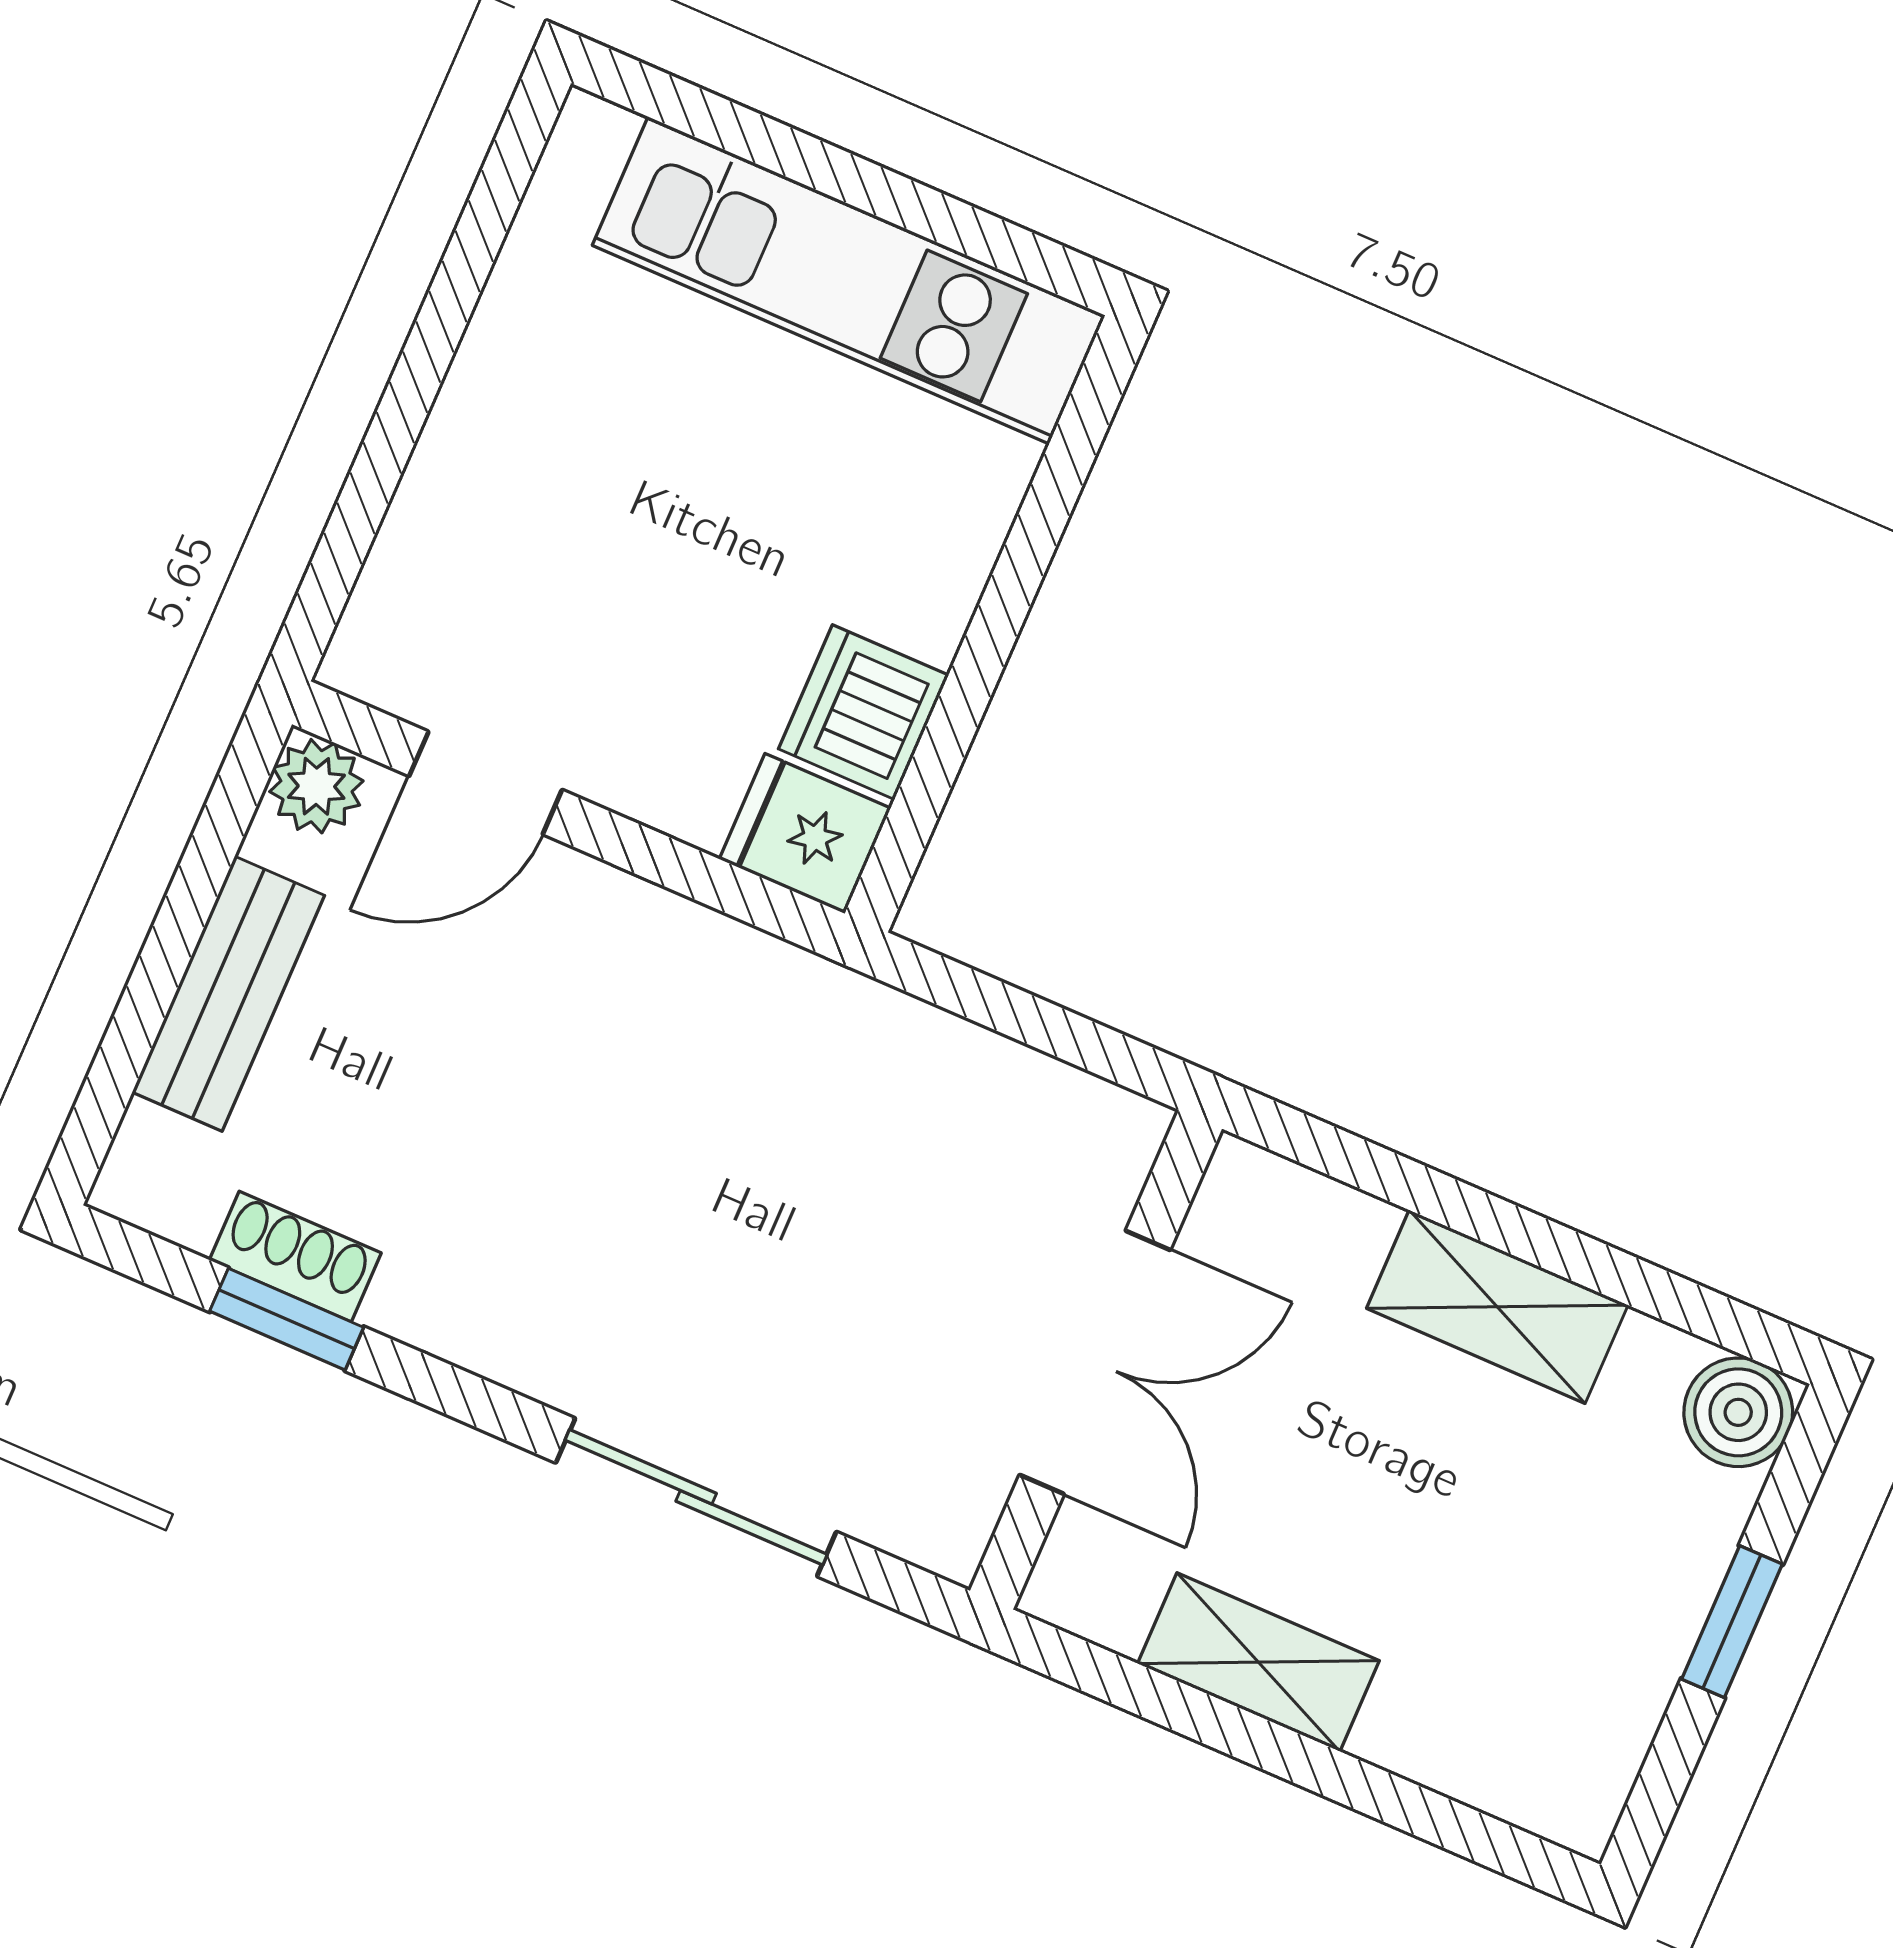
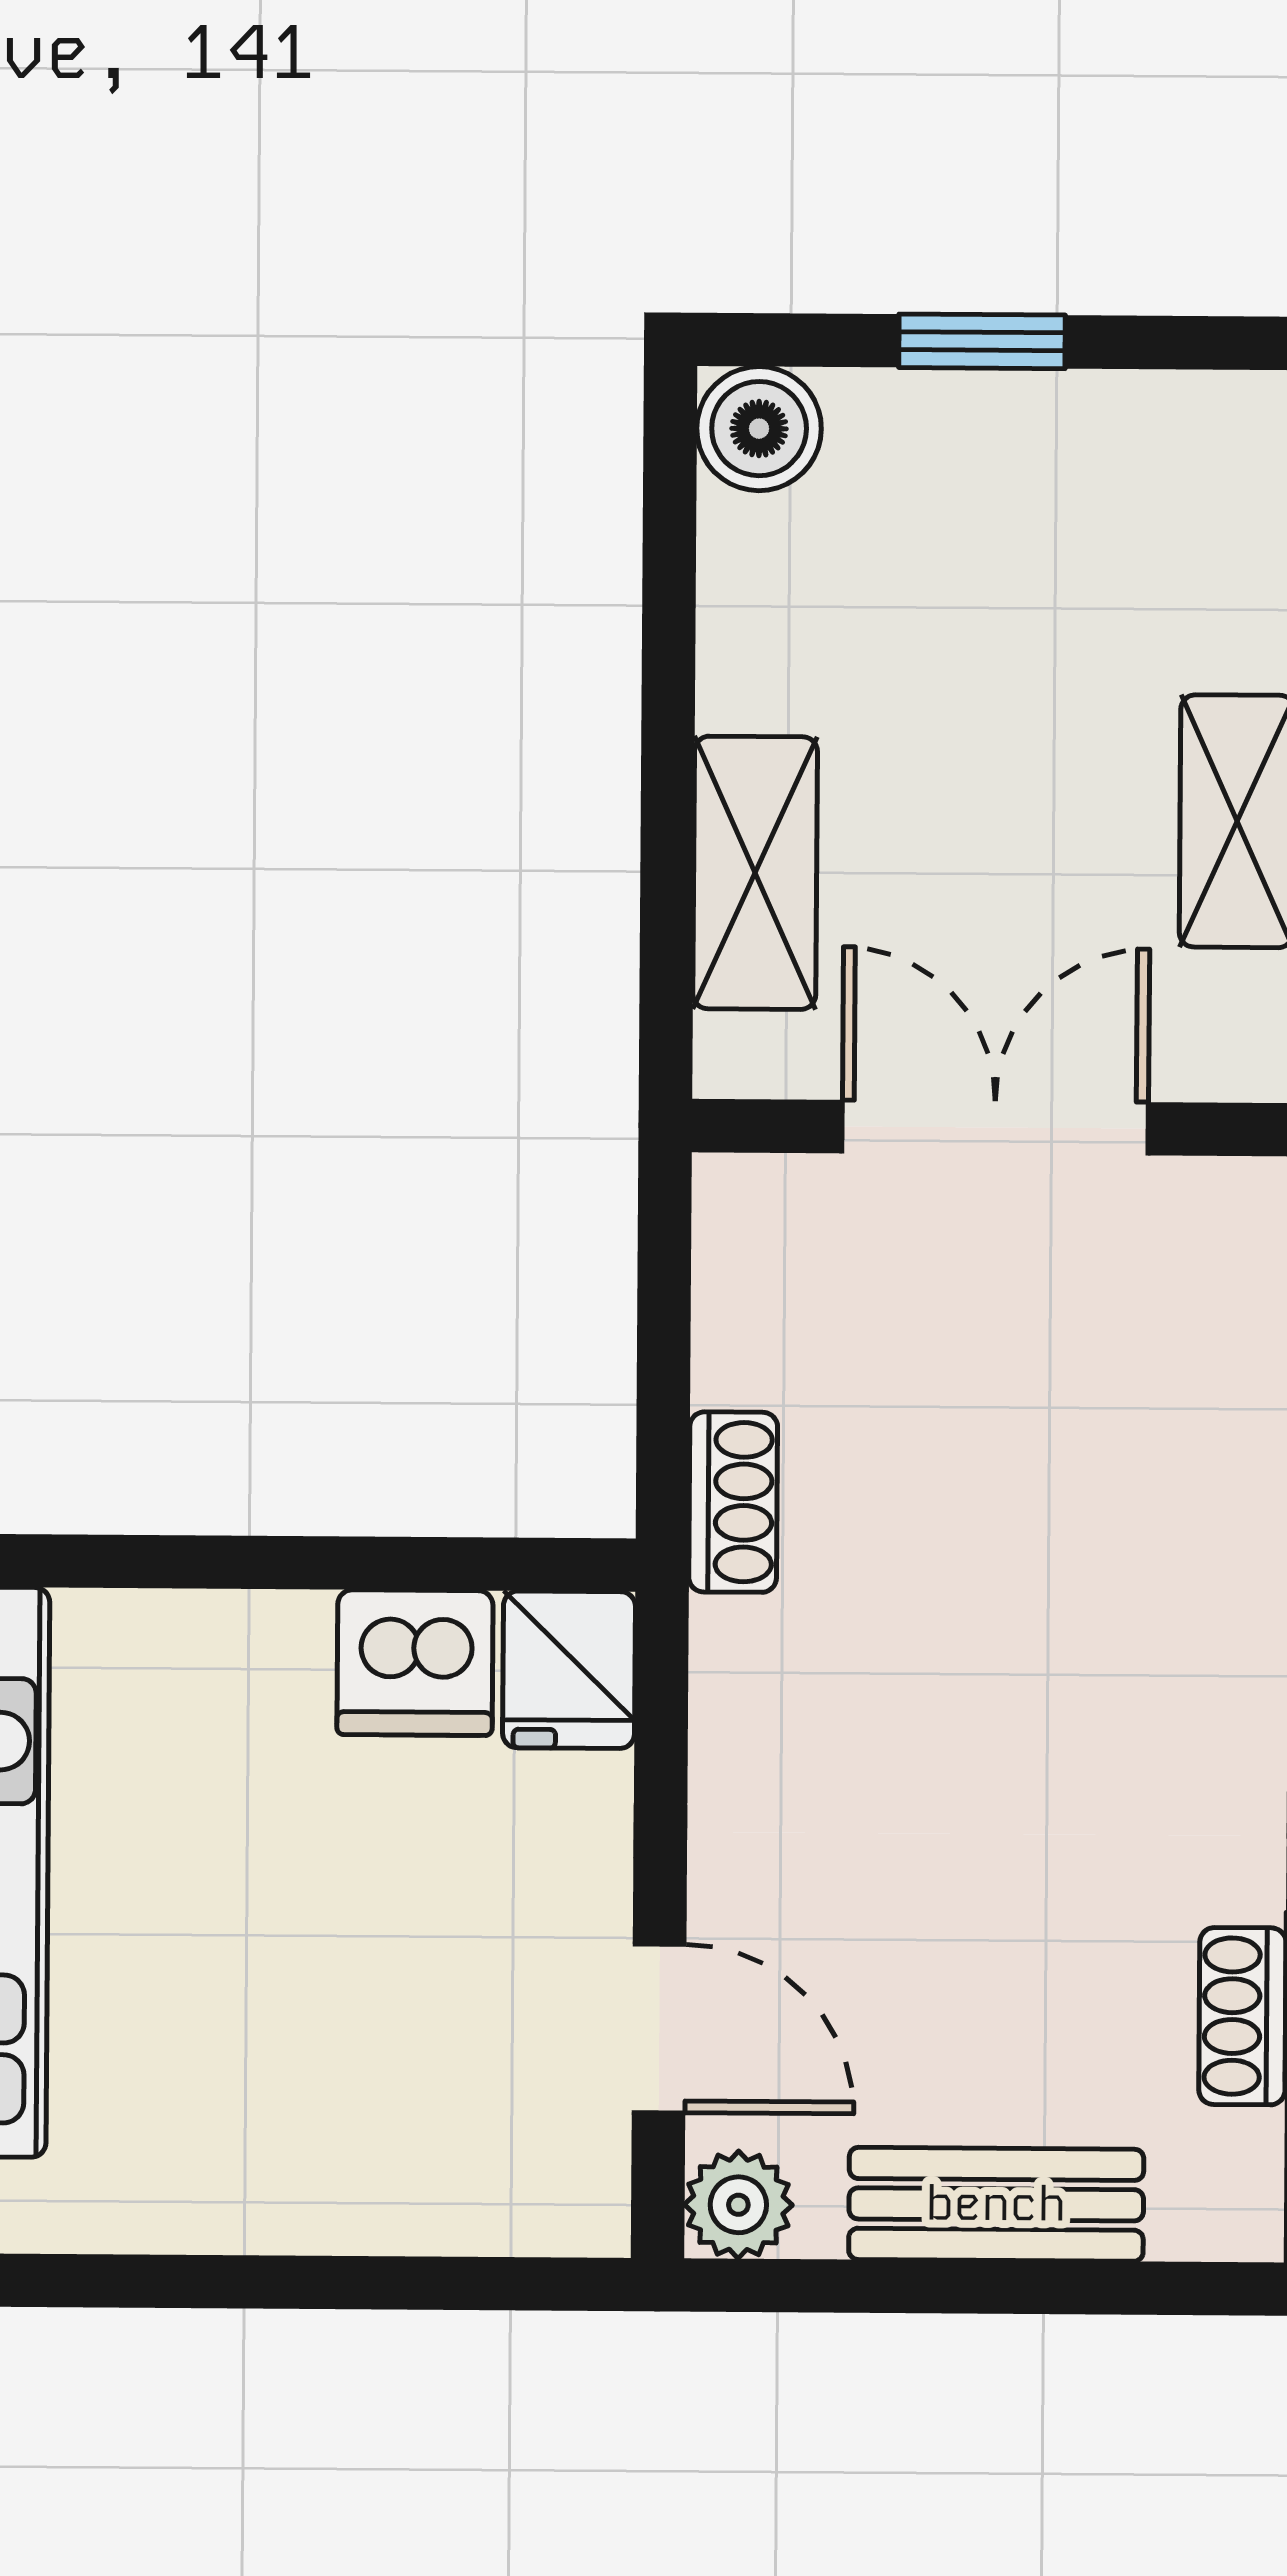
shoe rack: (884, 1023) -> (733, 1502), added
shelving: (1497, 1307) -> (755, 873), moved

